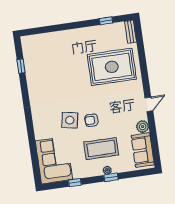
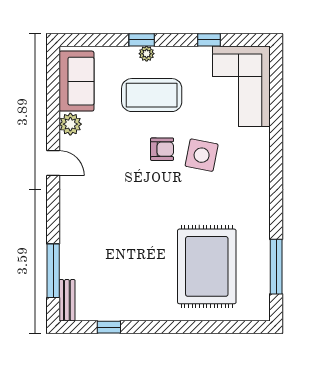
window: (140, 46) -> (53, 271), added
window: (21, 66) -> (276, 267), width x2.17
rug: (112, 67) -> (207, 266), moved, turned 90
door: (149, 104) -> (53, 163), swing flipped

